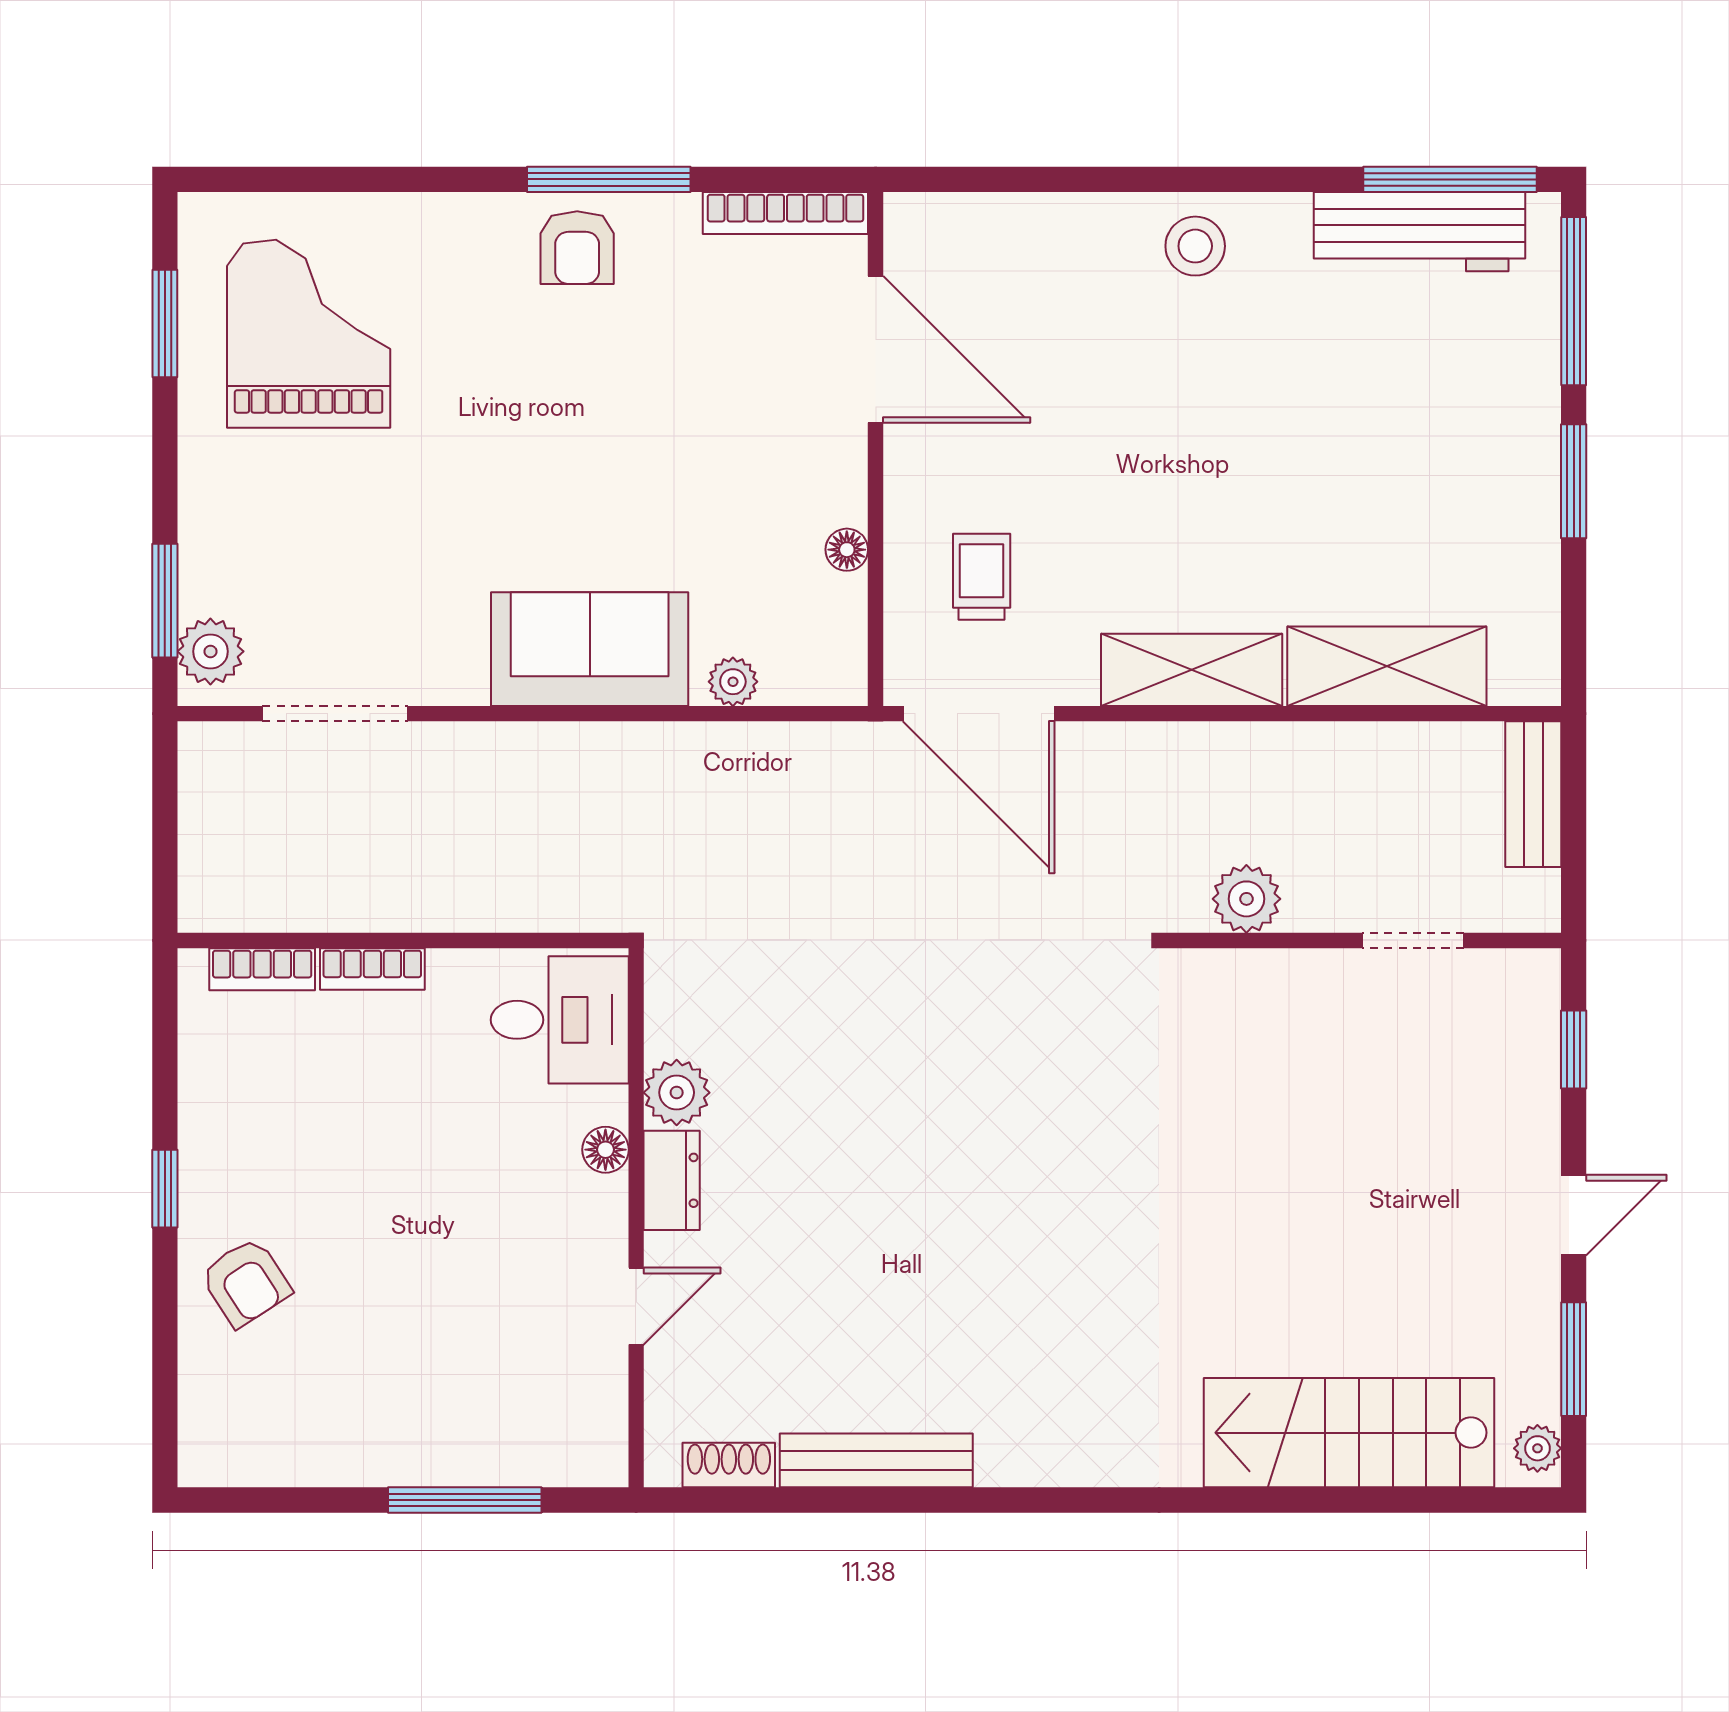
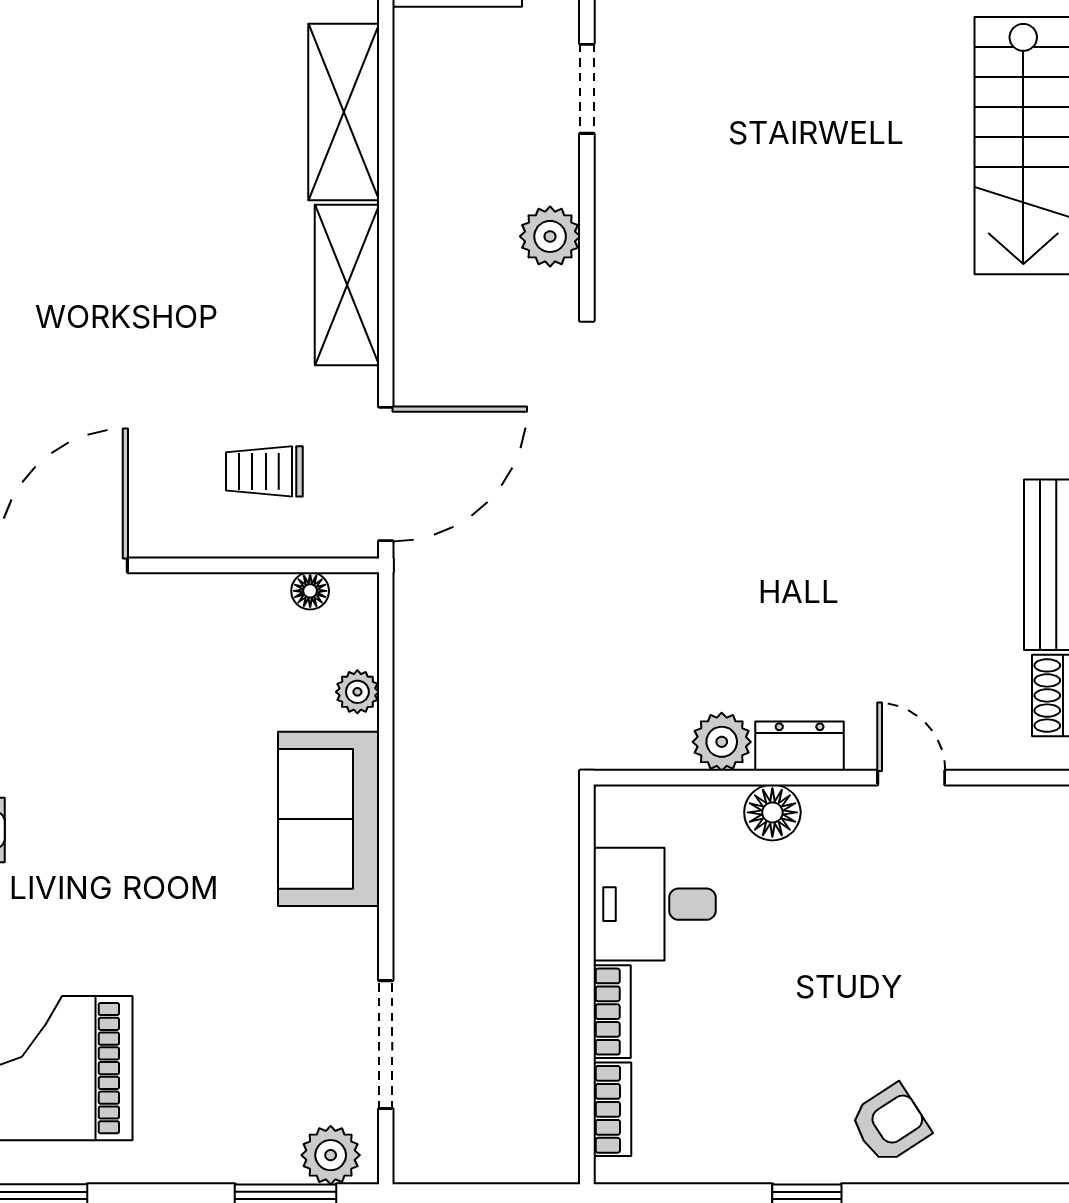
floor lamp: (847, 550) -> (310, 591), moved
desk: (560, 1020) -> (655, 904), moved, turned -90
floor lamp: (605, 1150) -> (772, 812), width x1.37, depth x1.37

